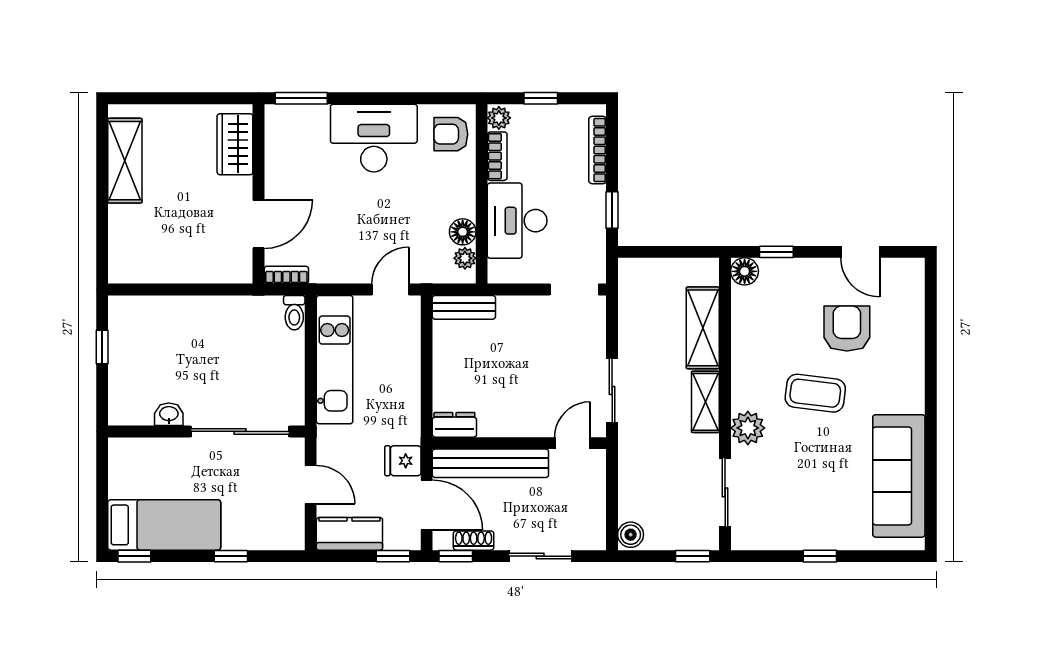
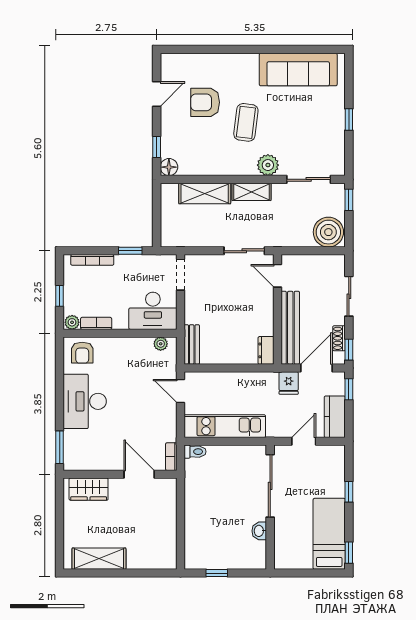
desk: (517, 221) -> (153, 311), moved
floor lamp: (463, 232) -> (144, 345), removed
boiler: (631, 535) -> (328, 232), width x1.86, depth x1.86

